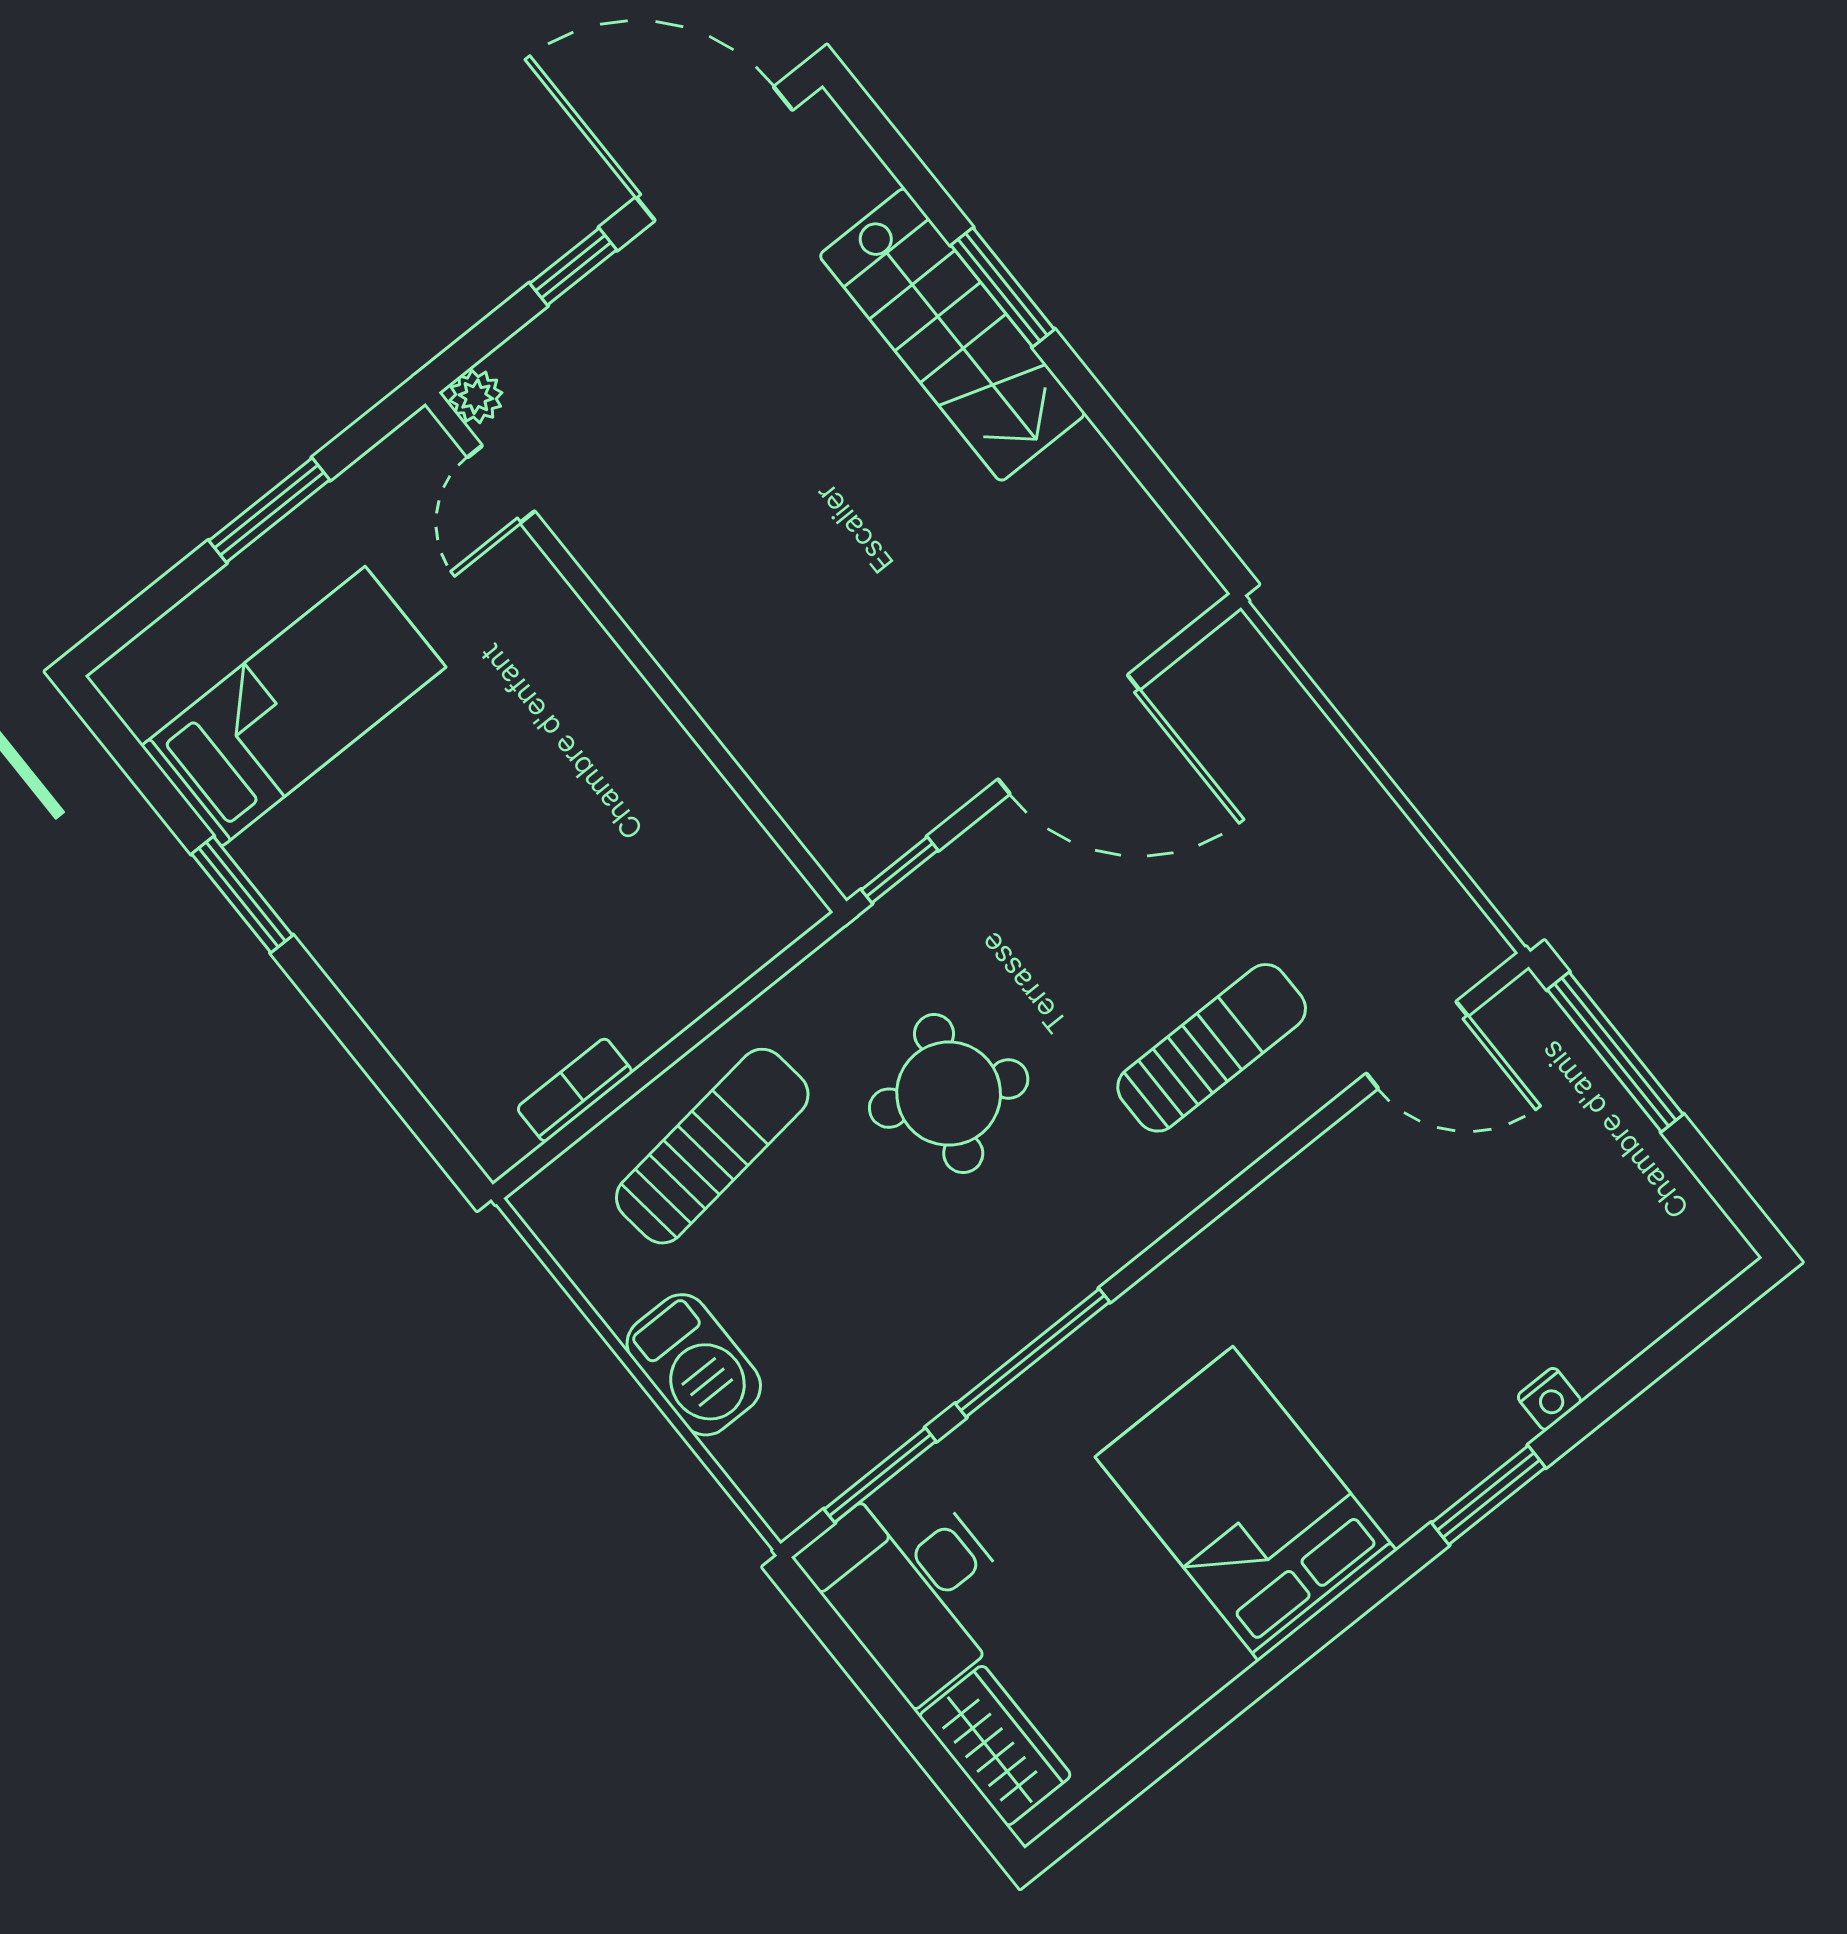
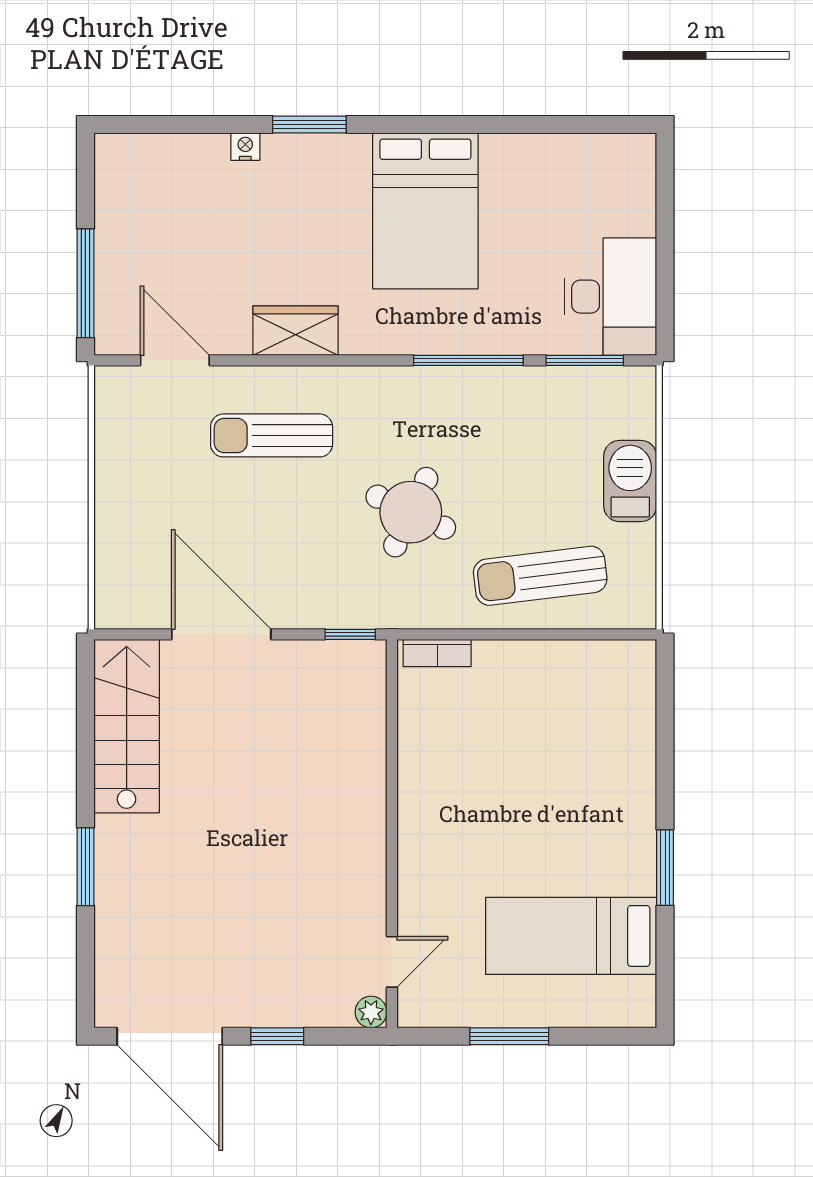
stairs: (952, 335) -> (127, 726), moved
bookcase: (575, 1090) -> (437, 653), moved
wardrobe: (995, 1746) -> (295, 331), moved, turned 90

